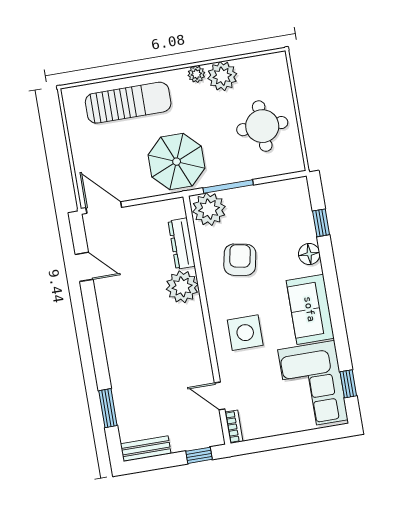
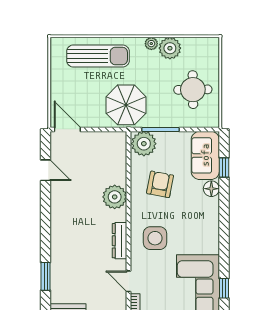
dresser: (182, 244) -> (120, 241), moved
sofa: (310, 309) -> (205, 155), moved

